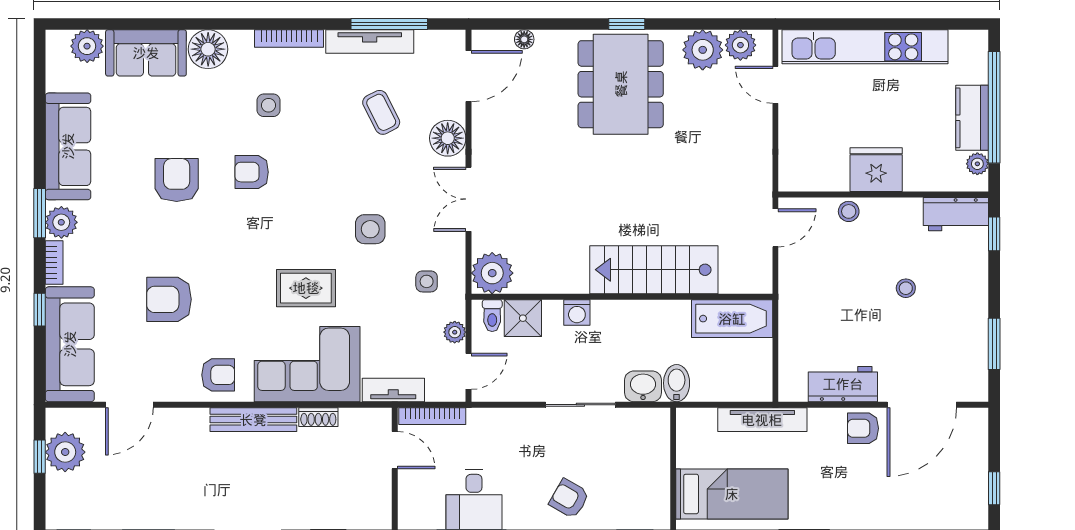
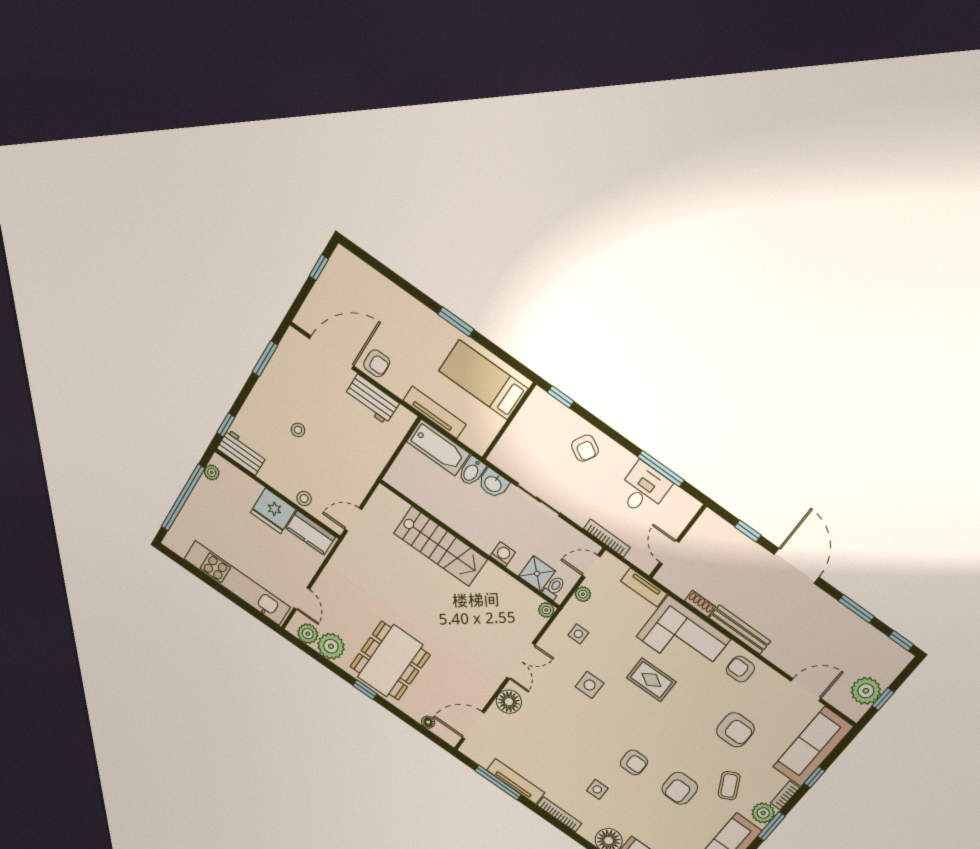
coffee table: (381, 112) -> (729, 786), moved
kitchen counter: (972, 118) -> (311, 533), moved, turned 90
plant: (492, 273) -> (546, 610), width x0.53, depth x0.53
bathtub: (732, 319) -> (438, 448), moved, turned 180
bookcase: (432, 416) -> (607, 538), moved

